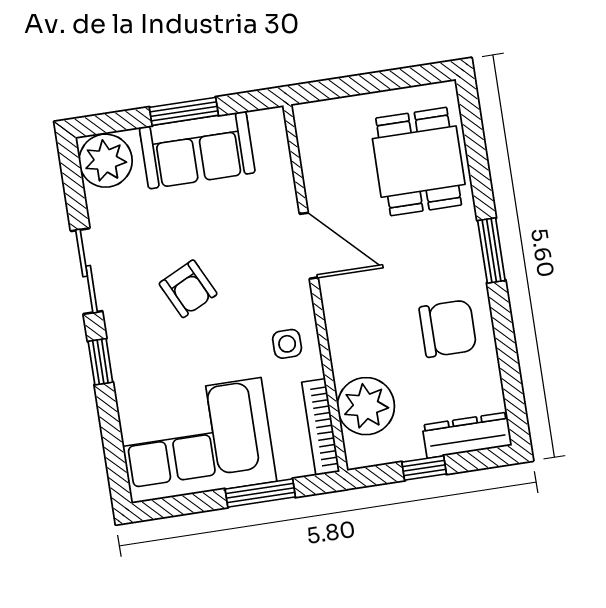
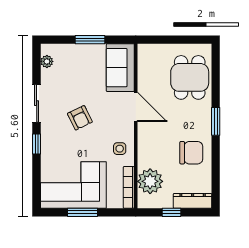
sofa: (197, 150) -> (120, 68), moved, turned 90
plant: (106, 161) -> (47, 61), width x0.53, depth x0.53
window: (260, 493) -> (83, 212), moved

